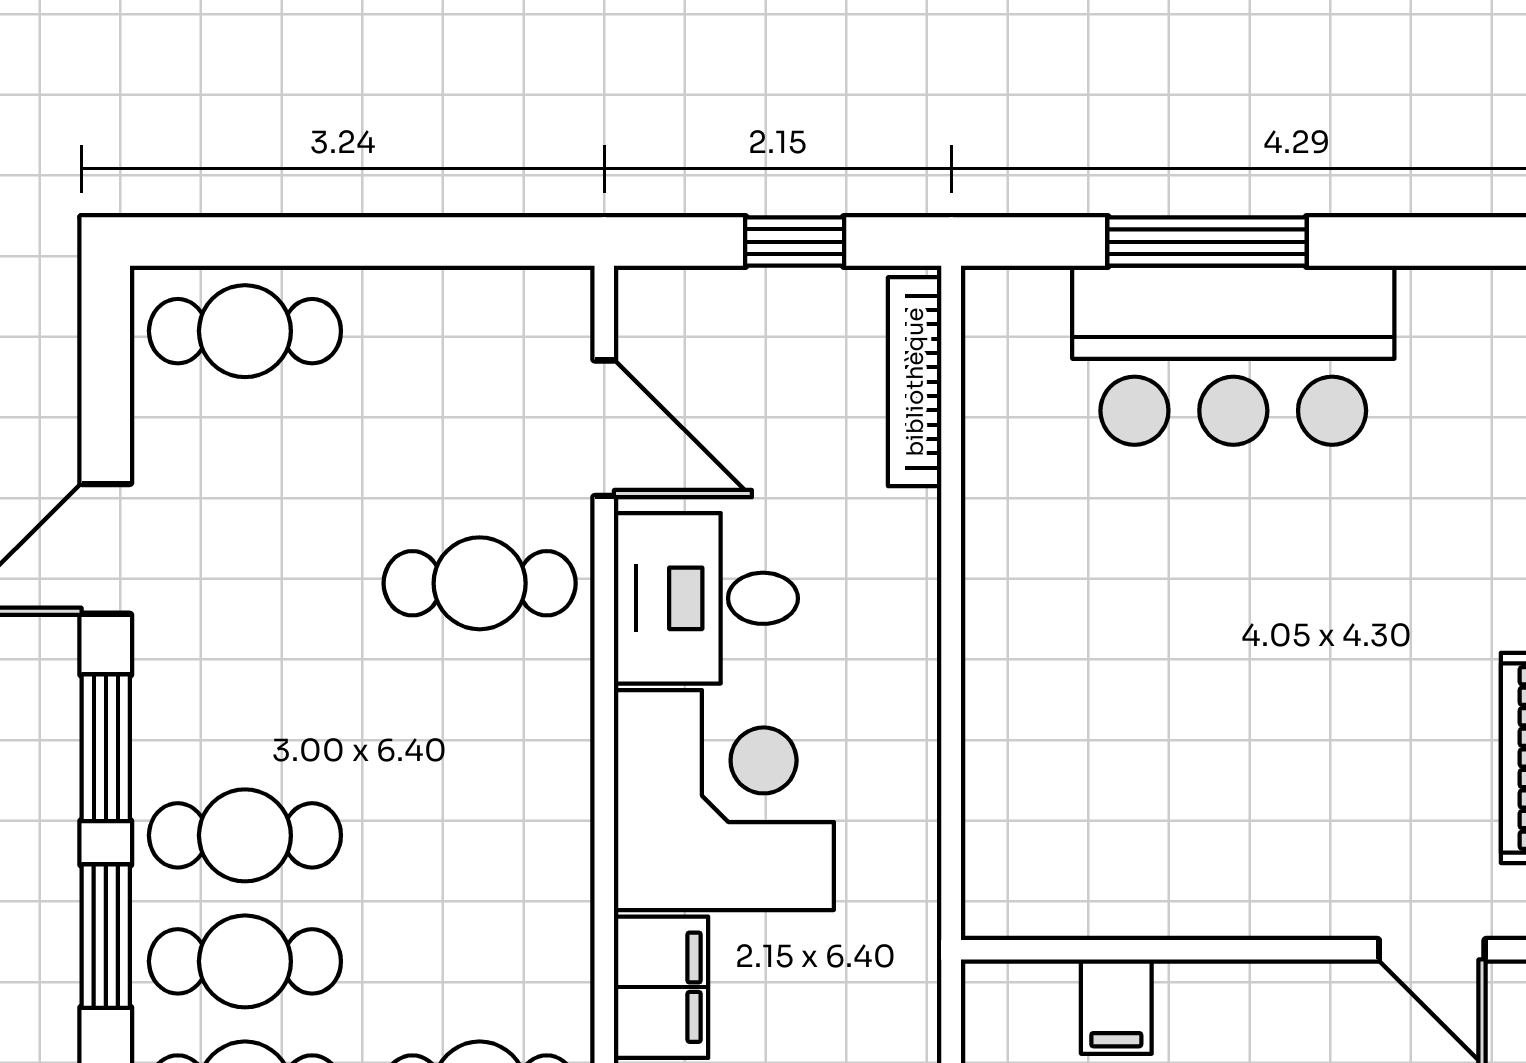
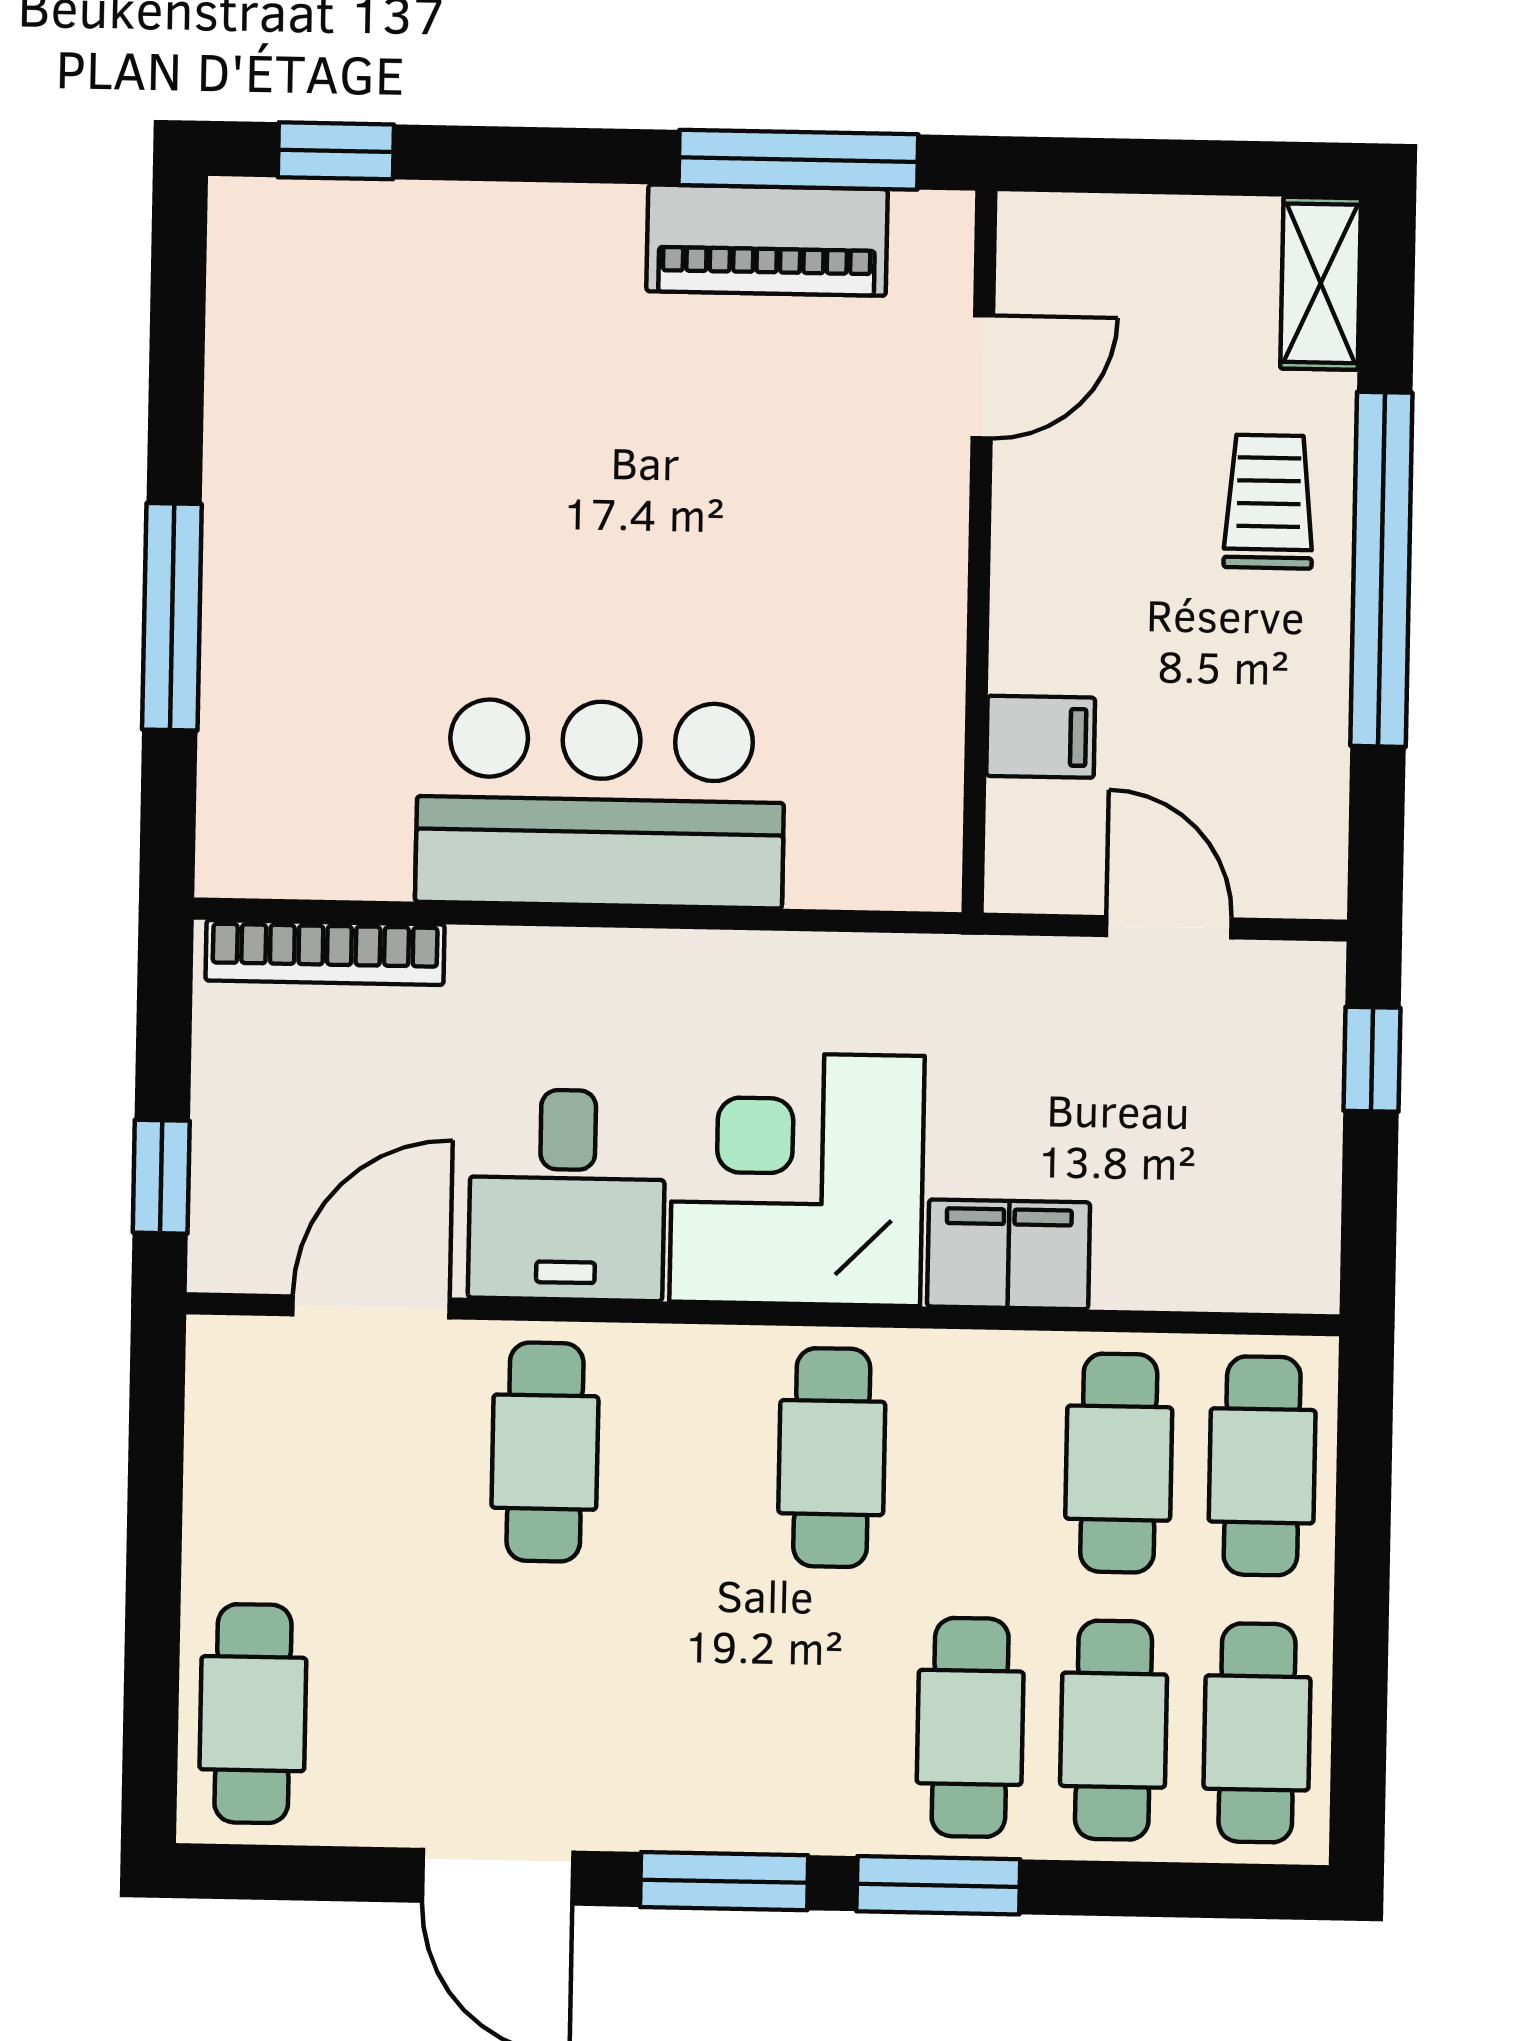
window: (795, 242) -> (161, 1177), moved
bar counter: (1233, 355) -> (600, 803), moved, turned -90
cafe table: (245, 835) -> (832, 1458), moved

